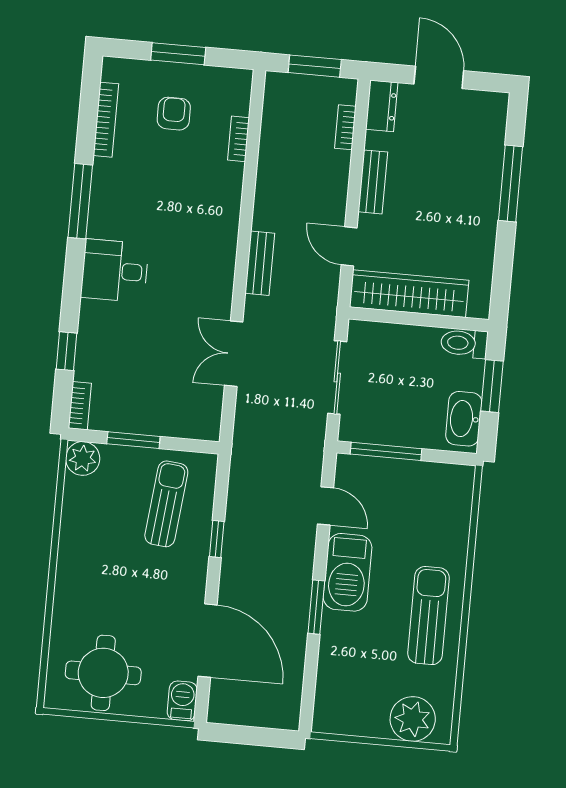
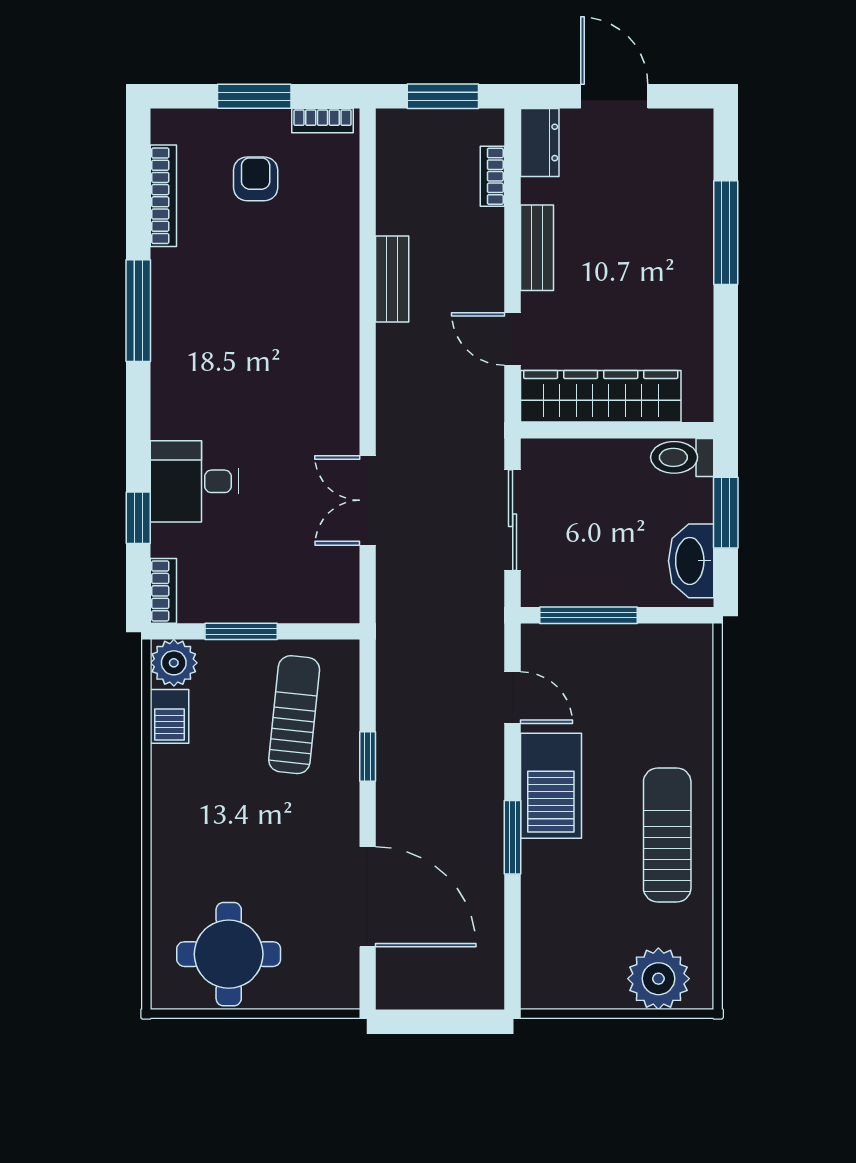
bookcase: (238, 139) -> (323, 121), moved, turned -90
bench: (260, 263) -> (392, 279), moved
desk: (115, 271) -> (194, 481), moved
barbecue: (182, 701) -> (170, 716), moved, turned 180

